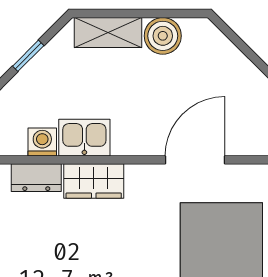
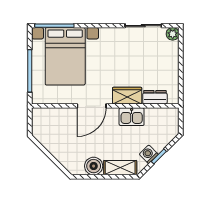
washing machine: (42, 142) -> (149, 154), moved, turned 135
door: (195, 160) -> (92, 106), moved

